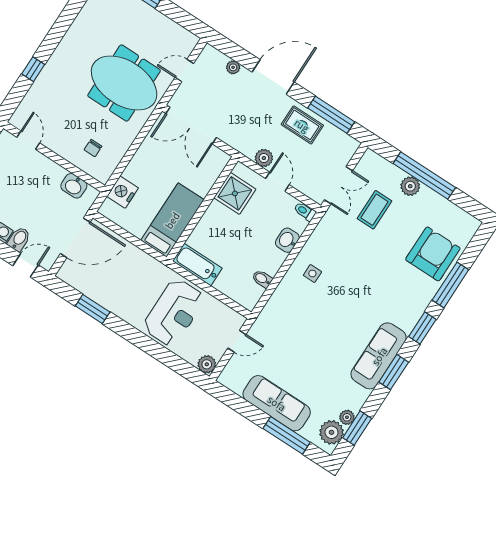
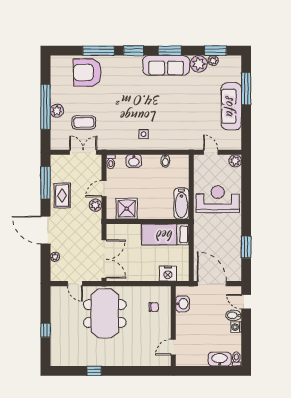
window: (33, 69) -> (94, 371), moved
plant: (332, 432) -> (199, 64), moved

